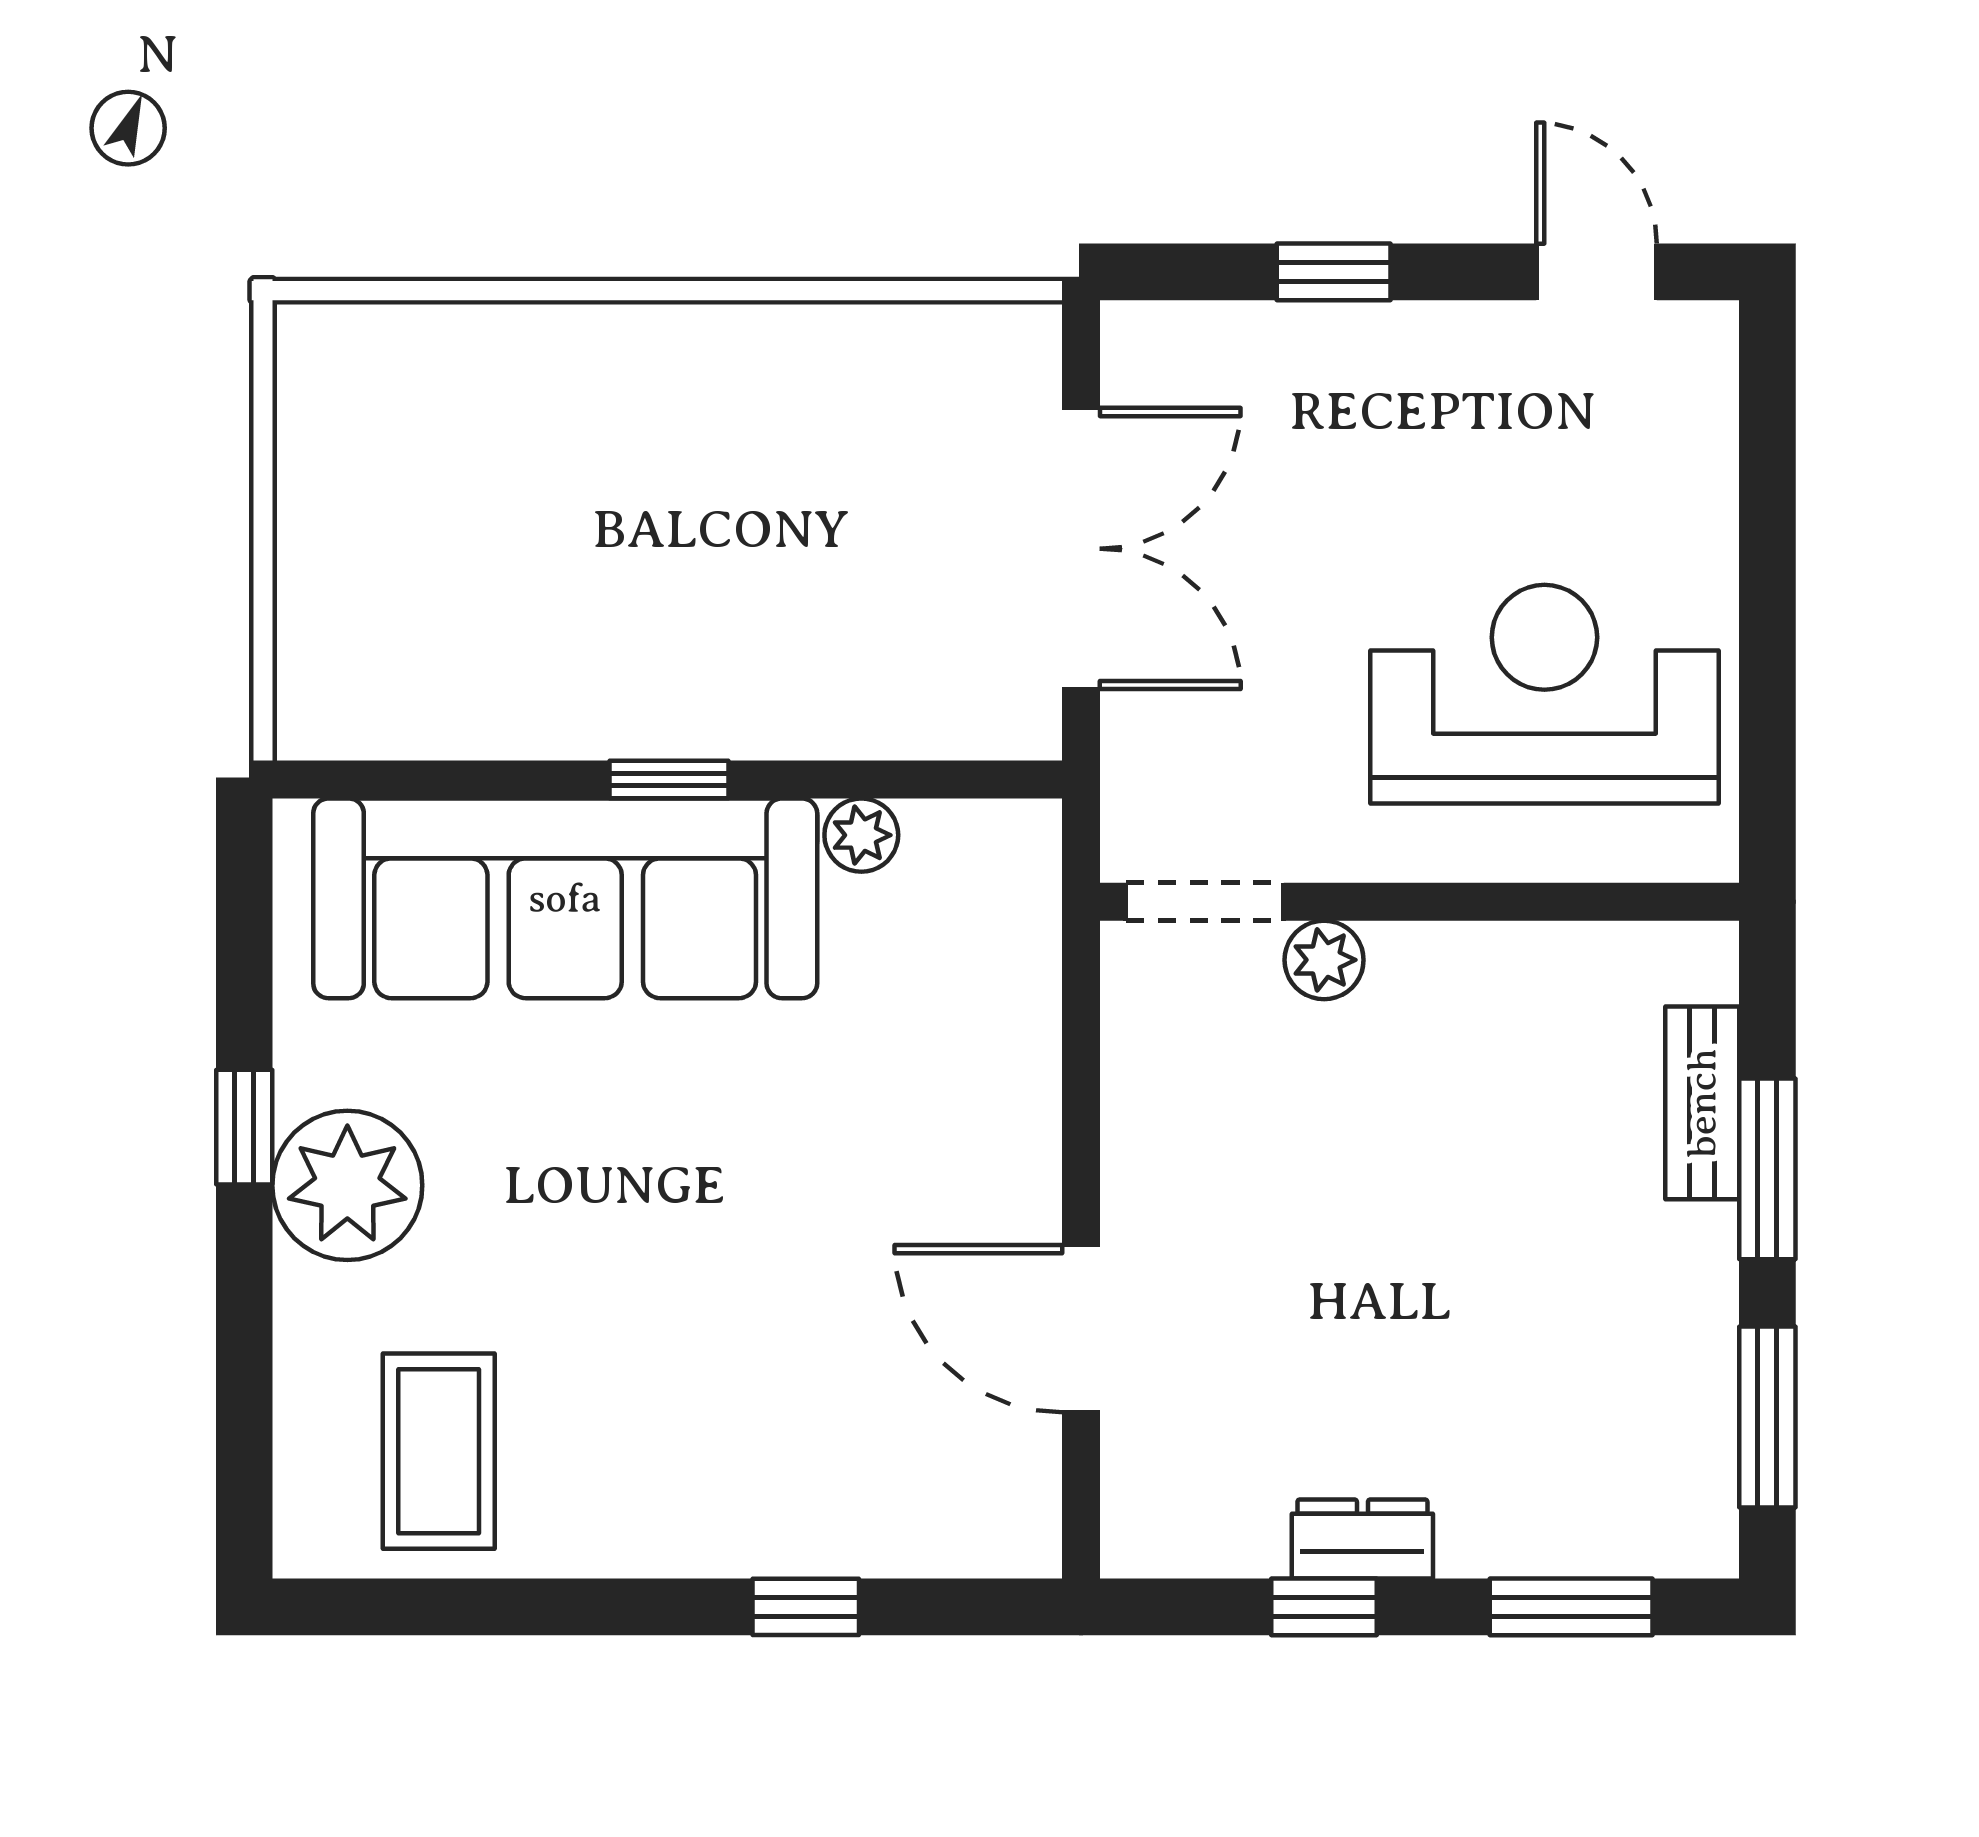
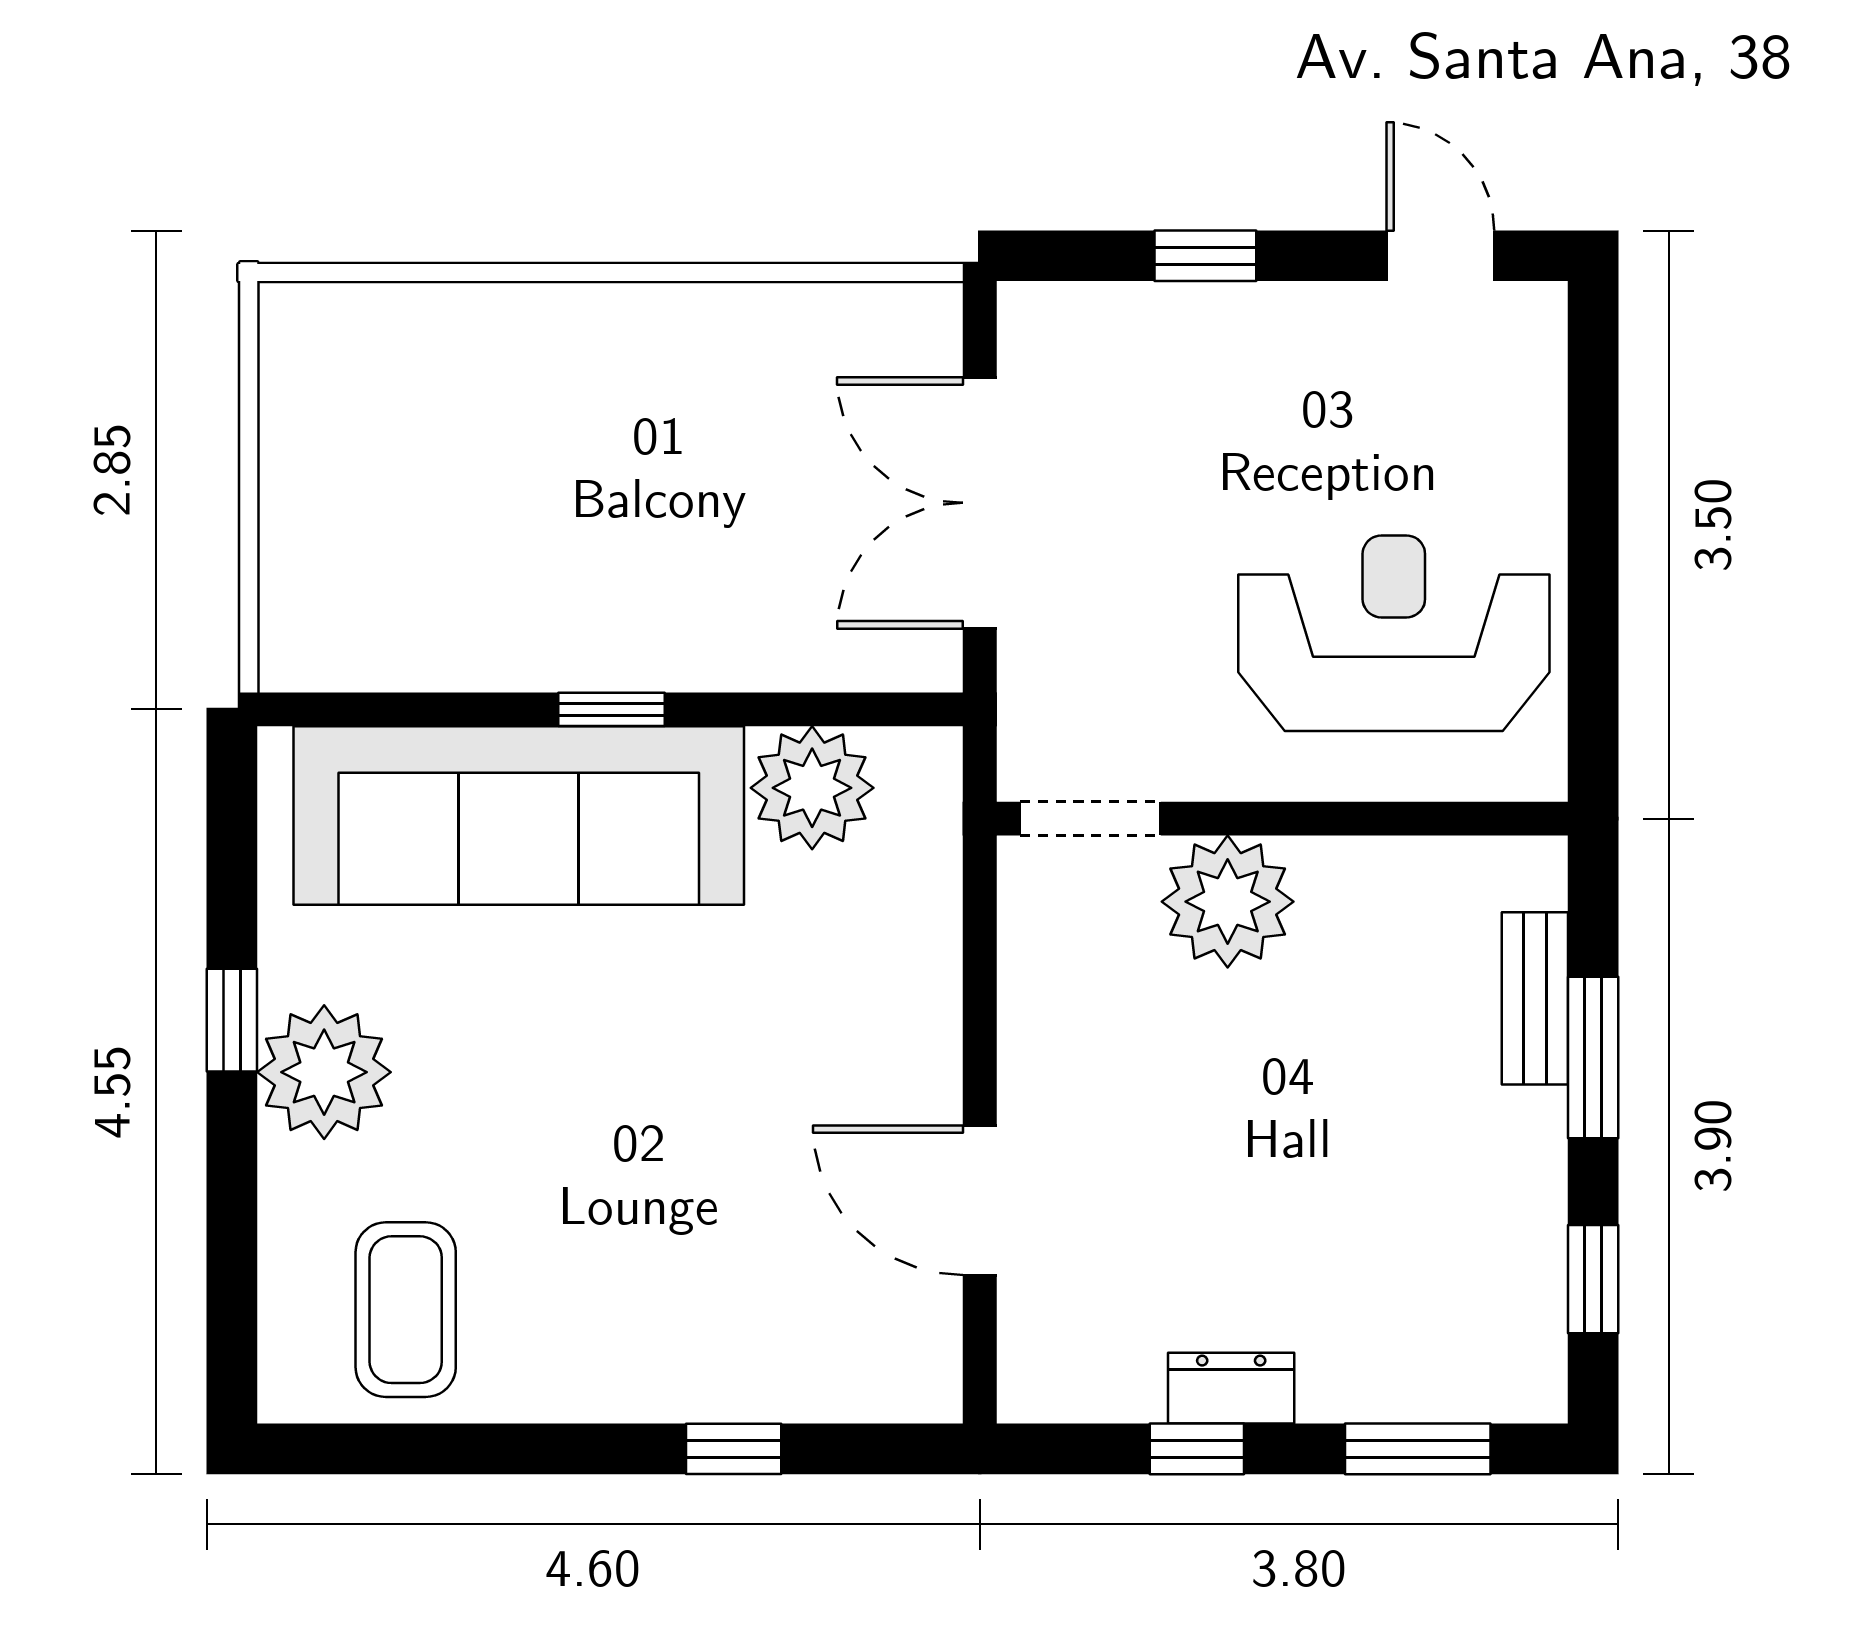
double door: (1081, 549) -> (980, 503), swing flipped
plant: (861, 835) -> (812, 788), width x1.88, depth x1.88
plant: (1324, 960) -> (1228, 902), width x1.88, depth x1.88
window: (1767, 1417) -> (1593, 1279), width x0.67

